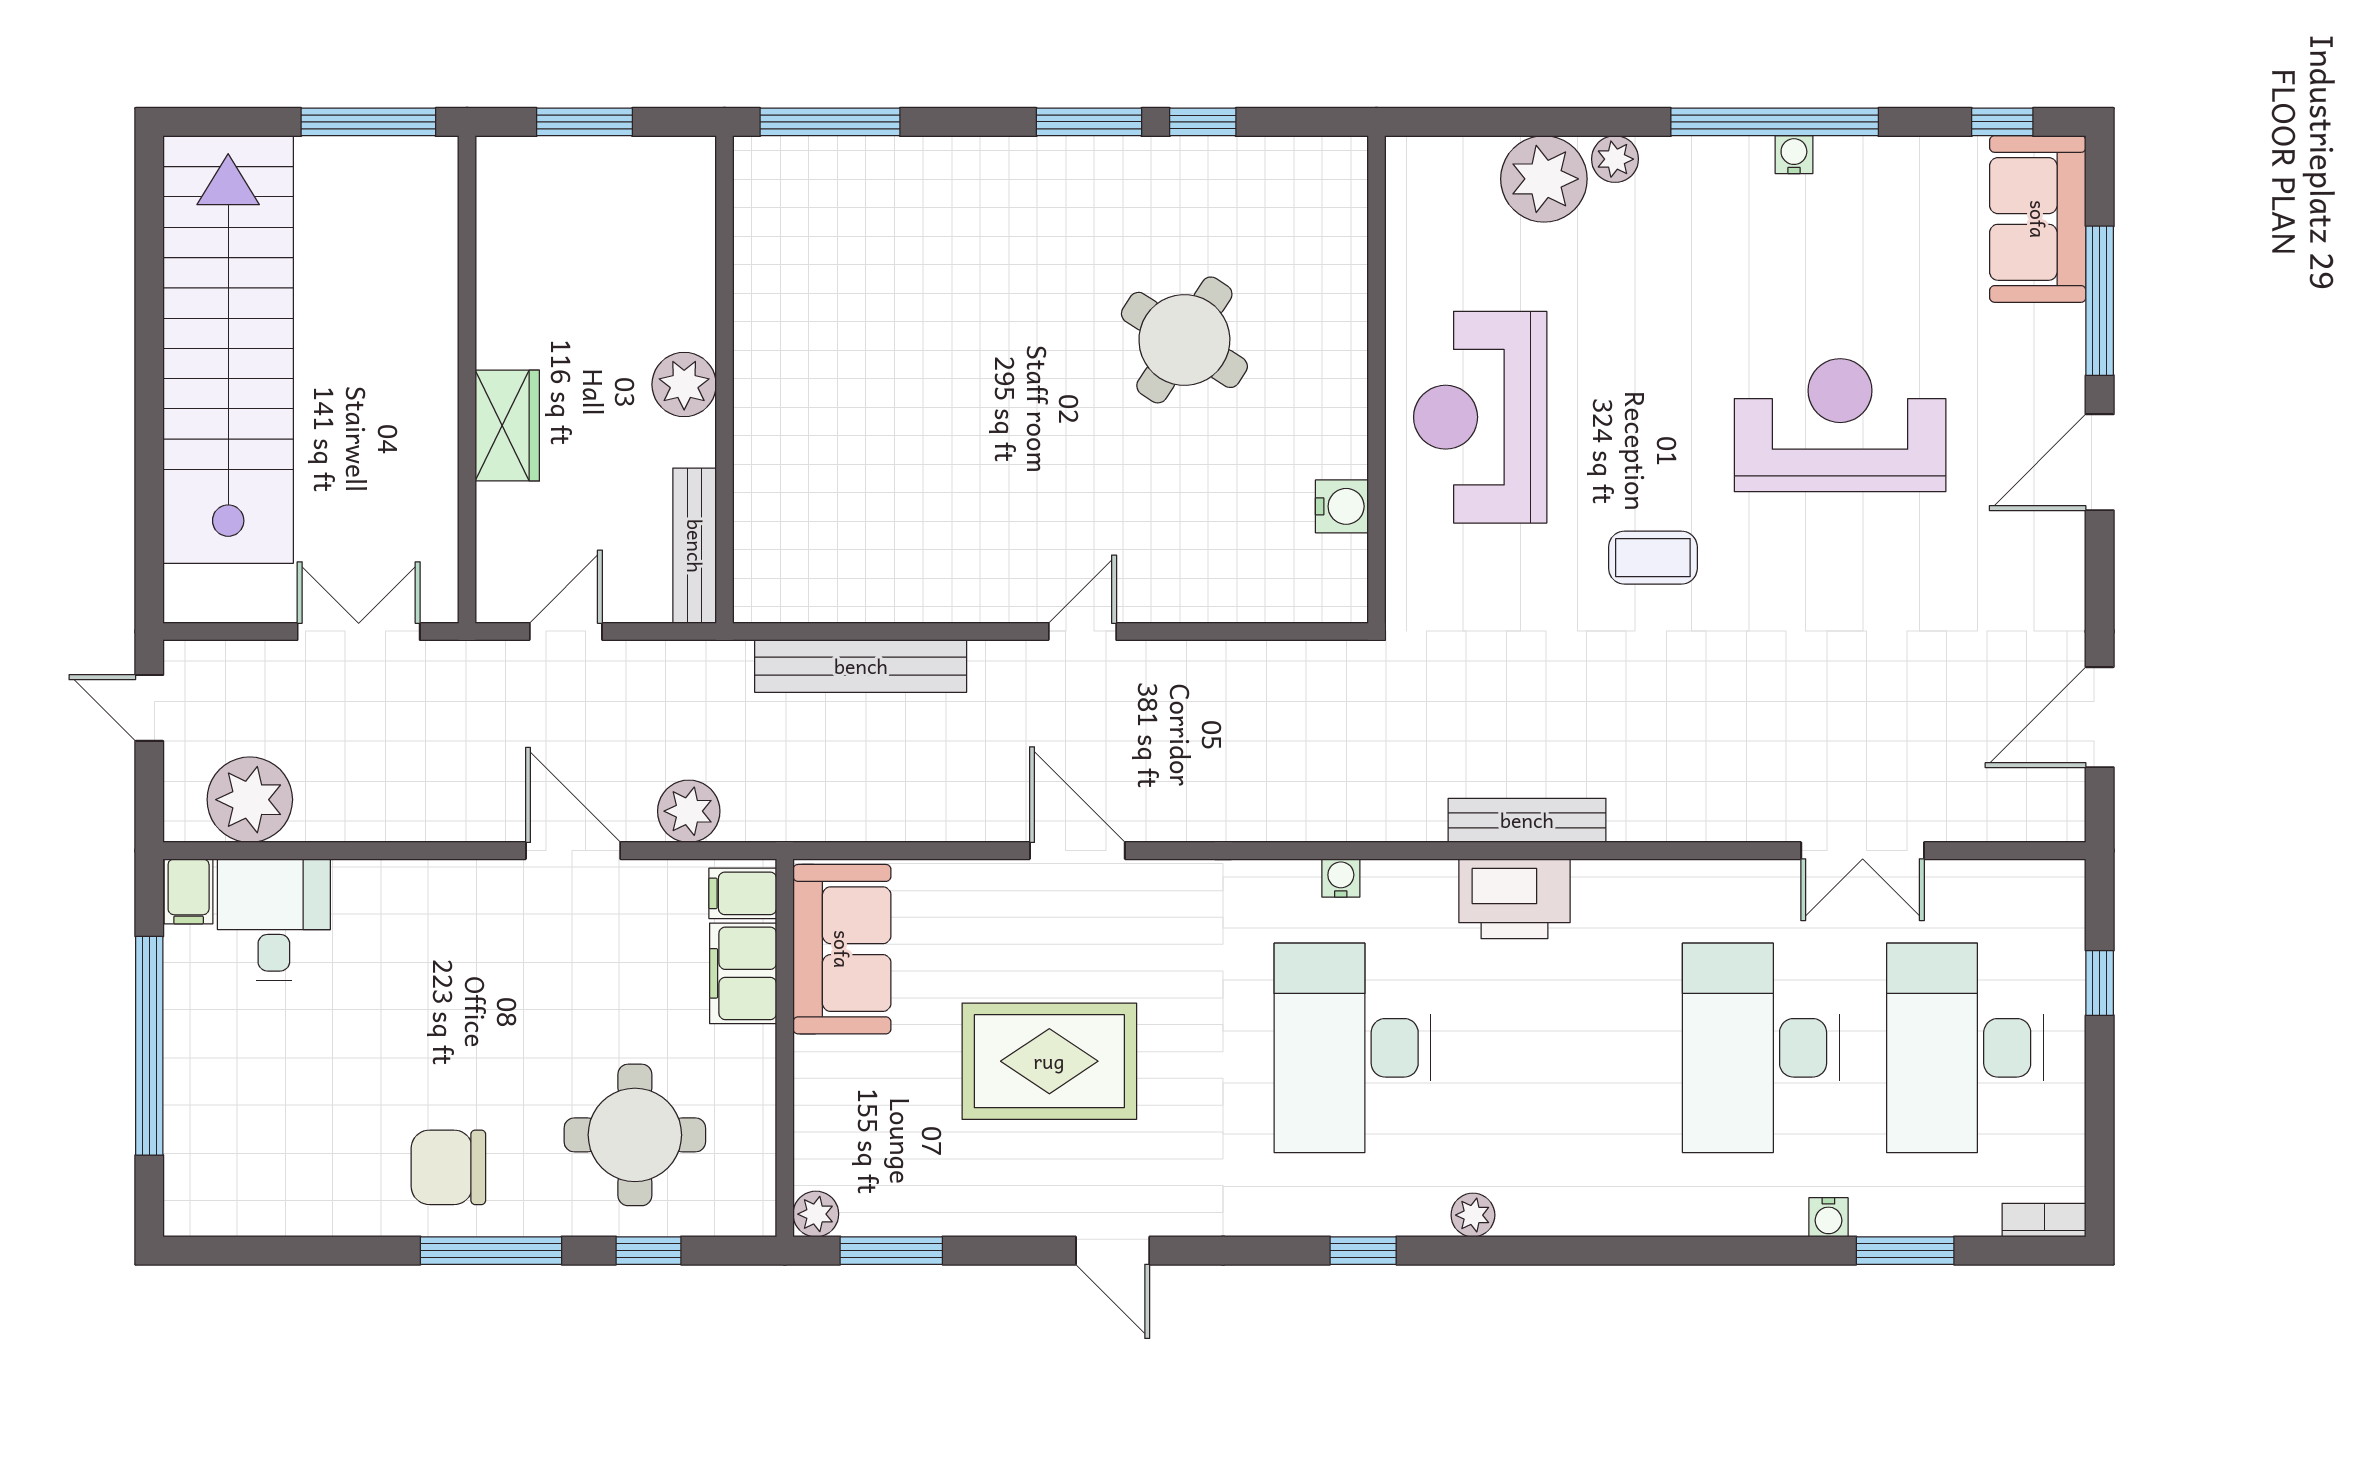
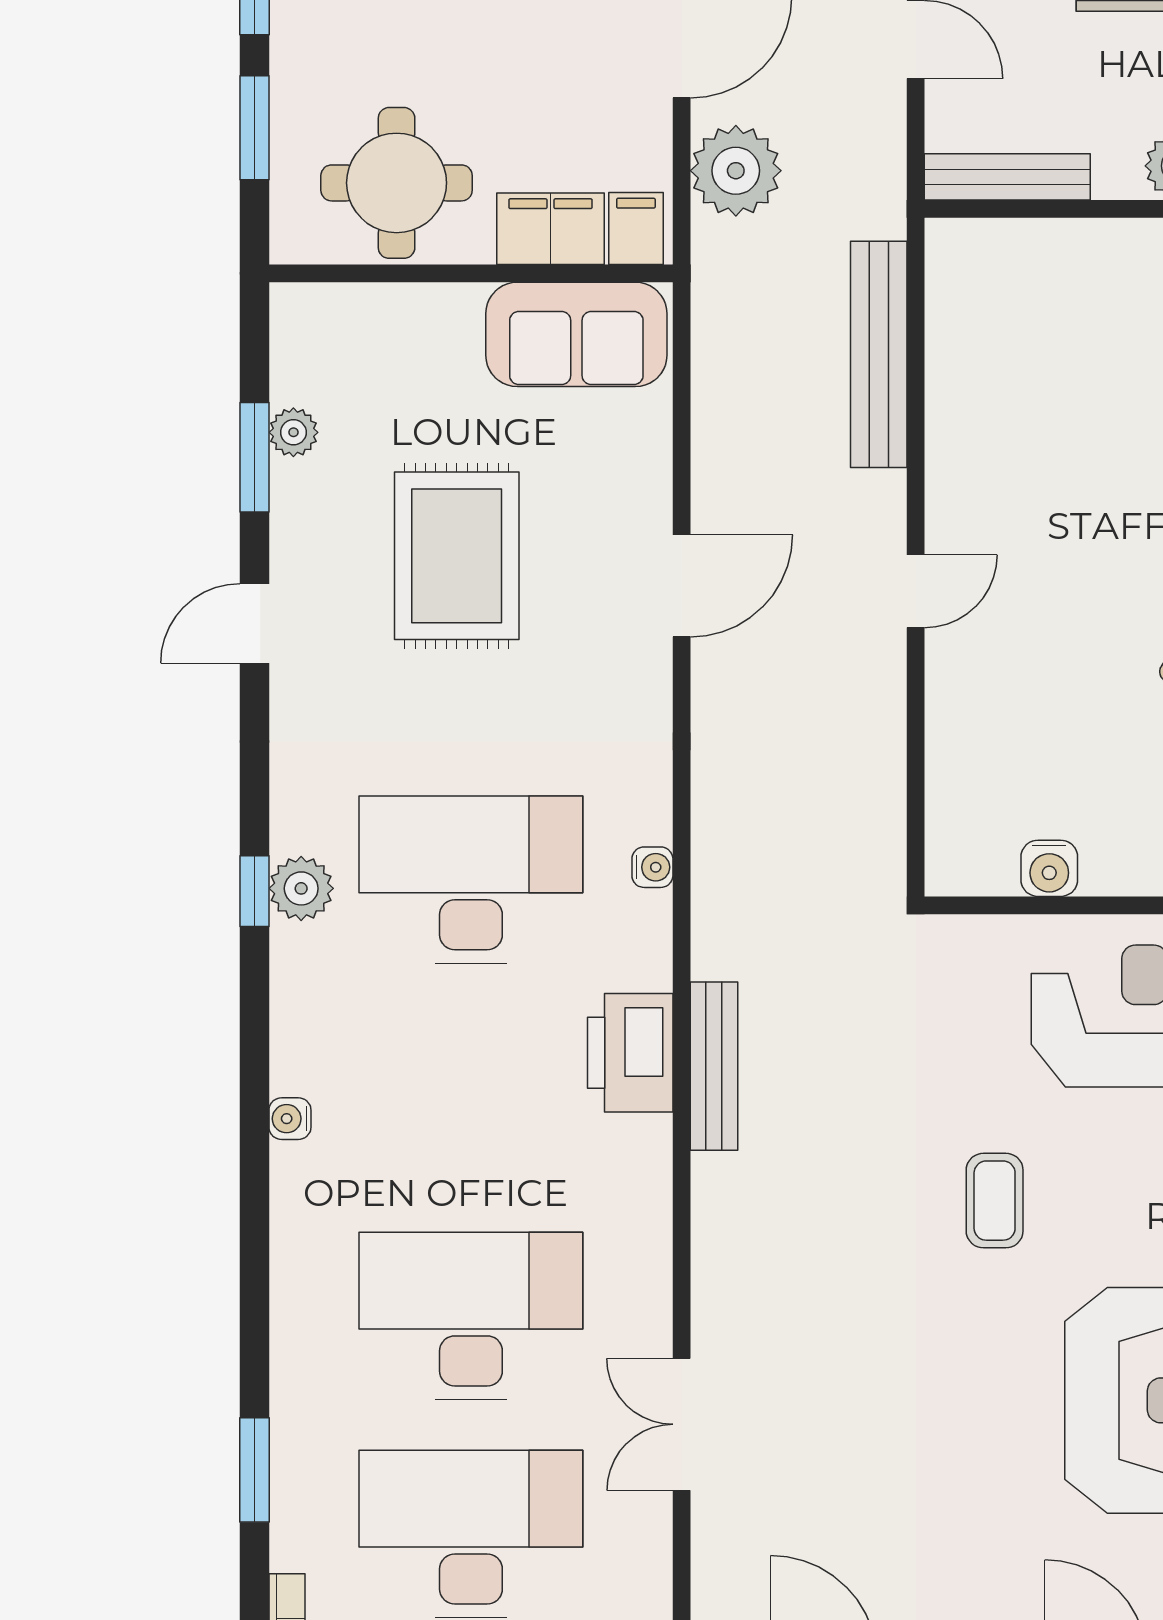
door: (1082, 631) -> (916, 591), hinge flipped
plant: (689, 811) -> (736, 171), width x1.36, depth x1.36
round table: (635, 1135) -> (397, 183), moved
plant: (816, 1214) -> (293, 432), moved
plant: (1473, 1215) -> (301, 888), moved, width x1.38, depth x1.38
water cooler: (1828, 1217) -> (290, 1119), moved
window: (649, 1251) -> (254, 128), width x1.50
window: (891, 1251) -> (254, 457), moved

